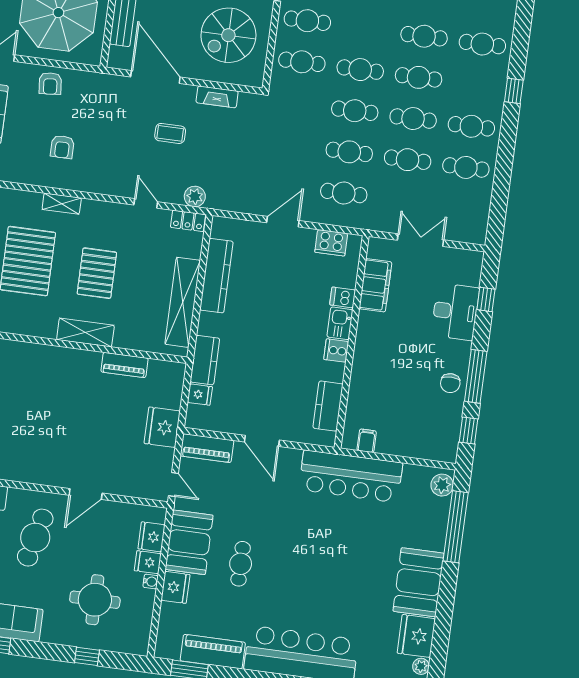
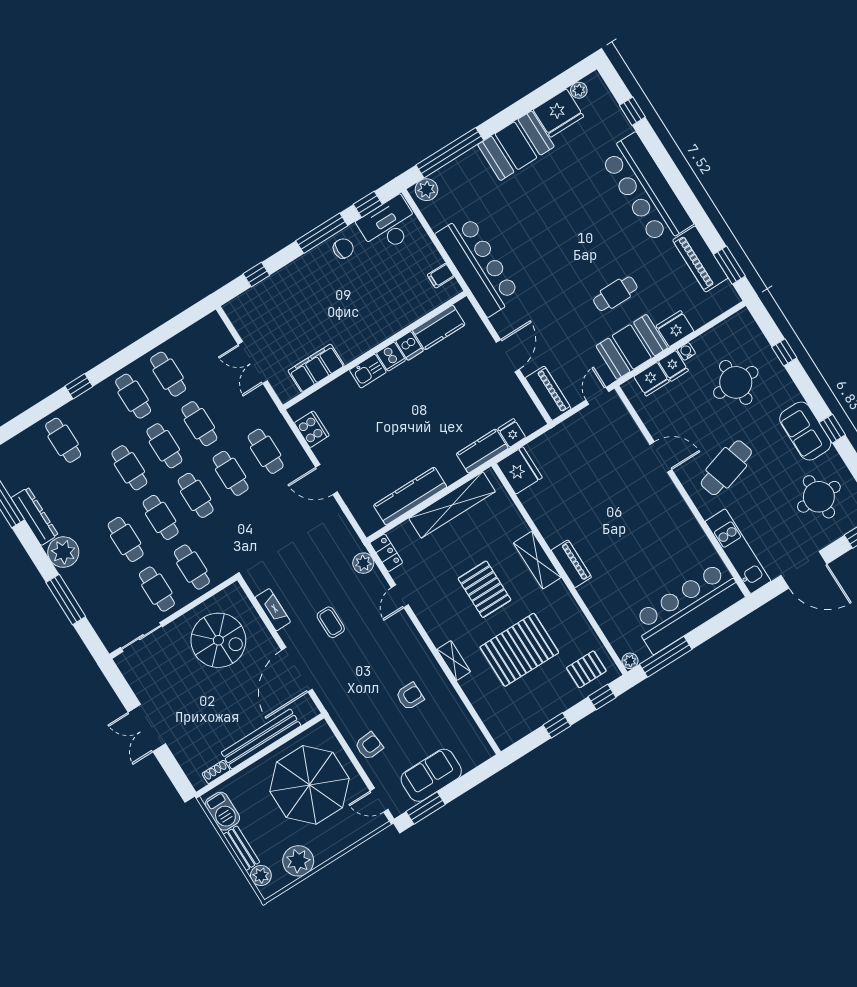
cafe table: (424, 36) -> (126, 539), moved
pallet: (97, 273) -> (484, 589), turned 90
dishwasher: (343, 297) -> (409, 346), moved
desk: (455, 312) -> (389, 225), moved
piano: (124, 365) -> (571, 564), moved
fridge: (162, 427) -> (519, 470), moved, turned -90
cafe table: (35, 538) -> (726, 468), turned -31

